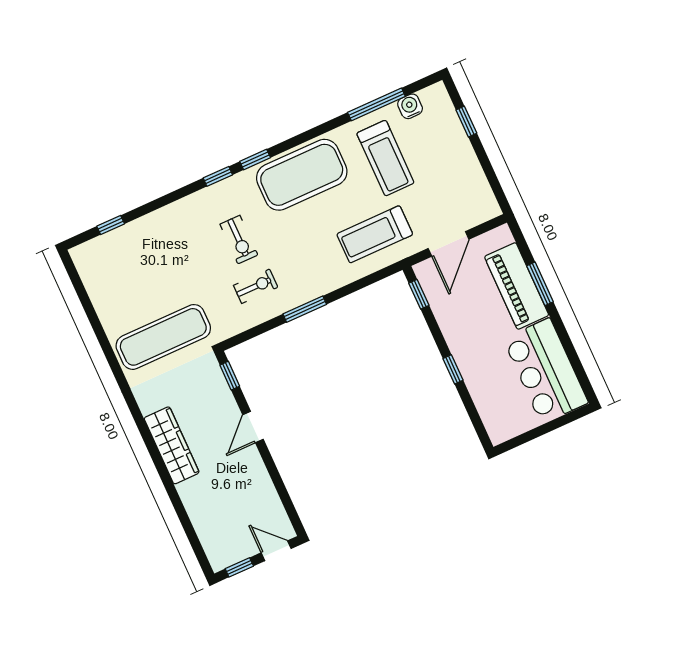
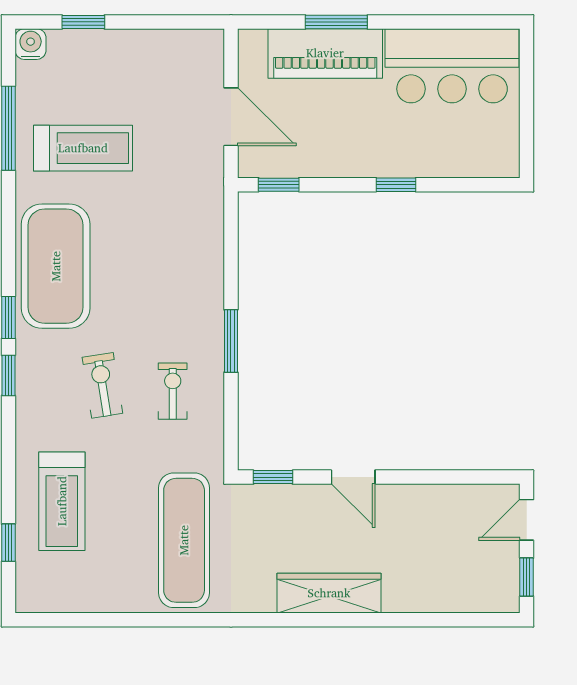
water cooler: (410, 106) -> (31, 44), moved, turned 90
treadmill: (375, 234) -> (62, 501), moved
exercise bike: (239, 240) -> (102, 385), turned -99

